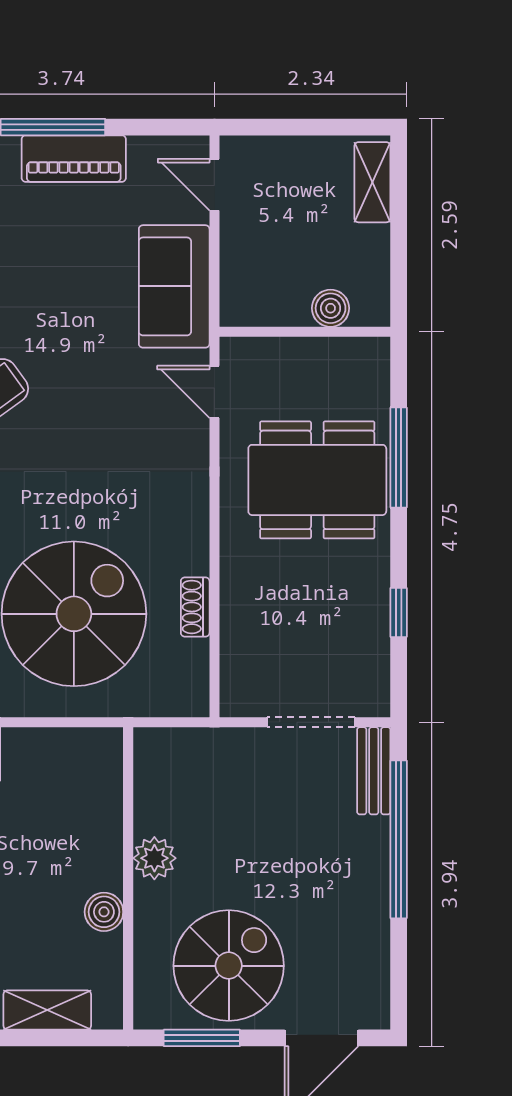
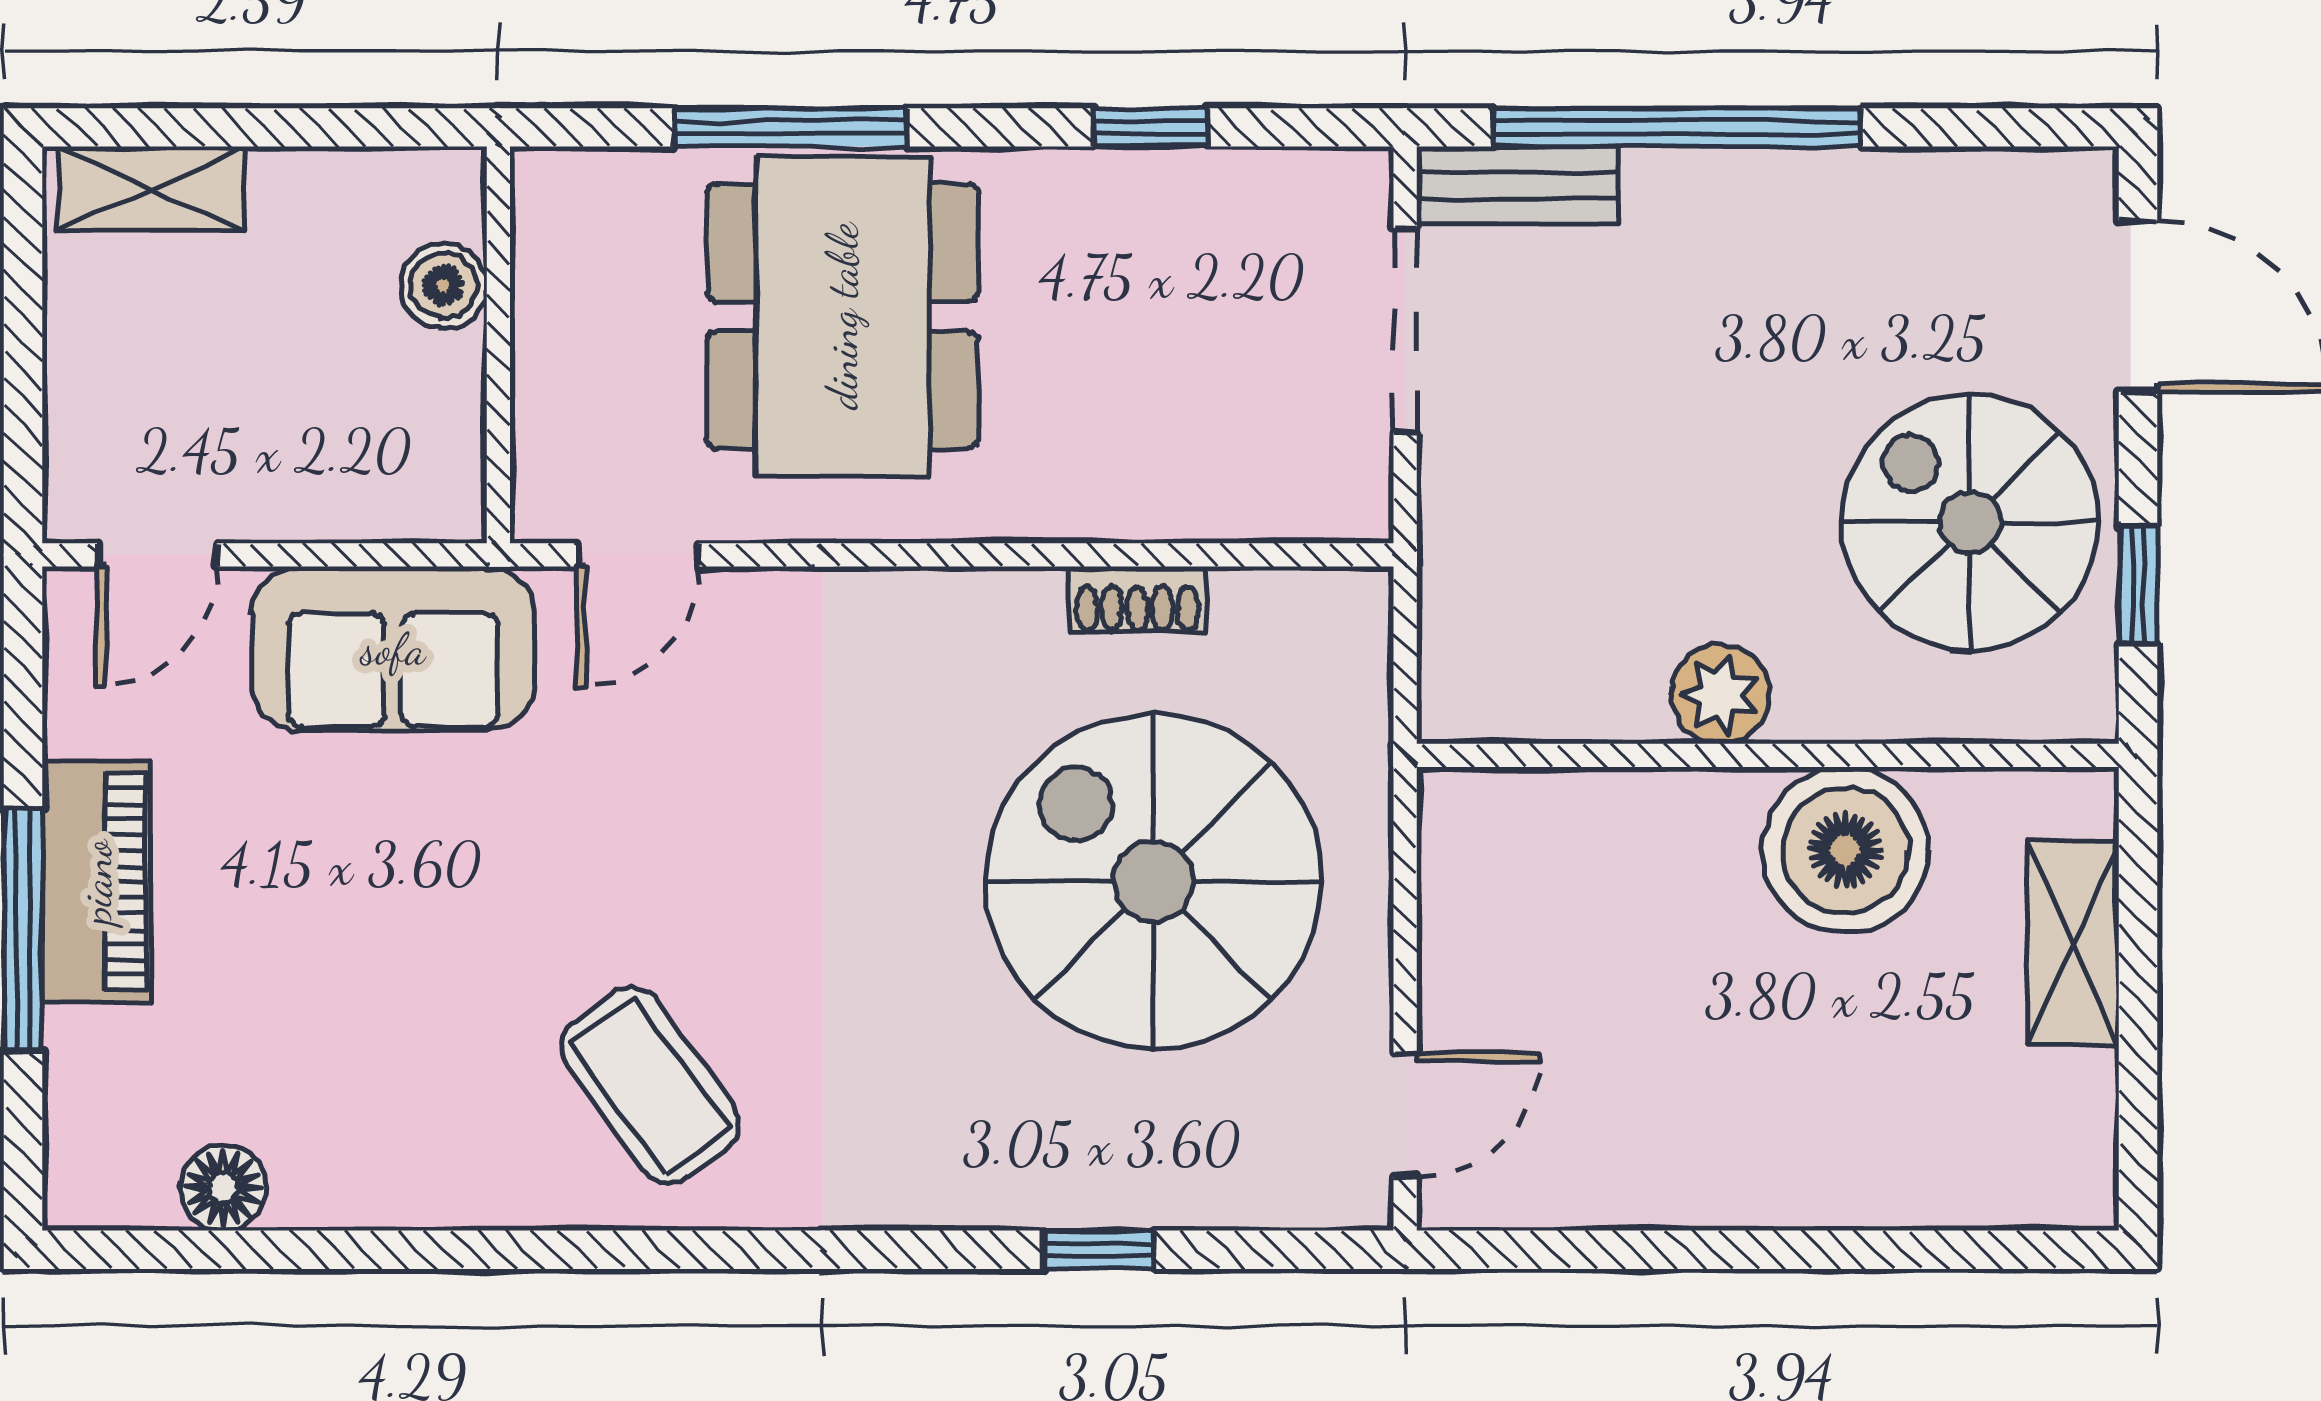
boiler: (104, 912) -> (1845, 850), width x1.86, depth x1.86
window: (202, 1038) -> (2138, 584), width x0.67

